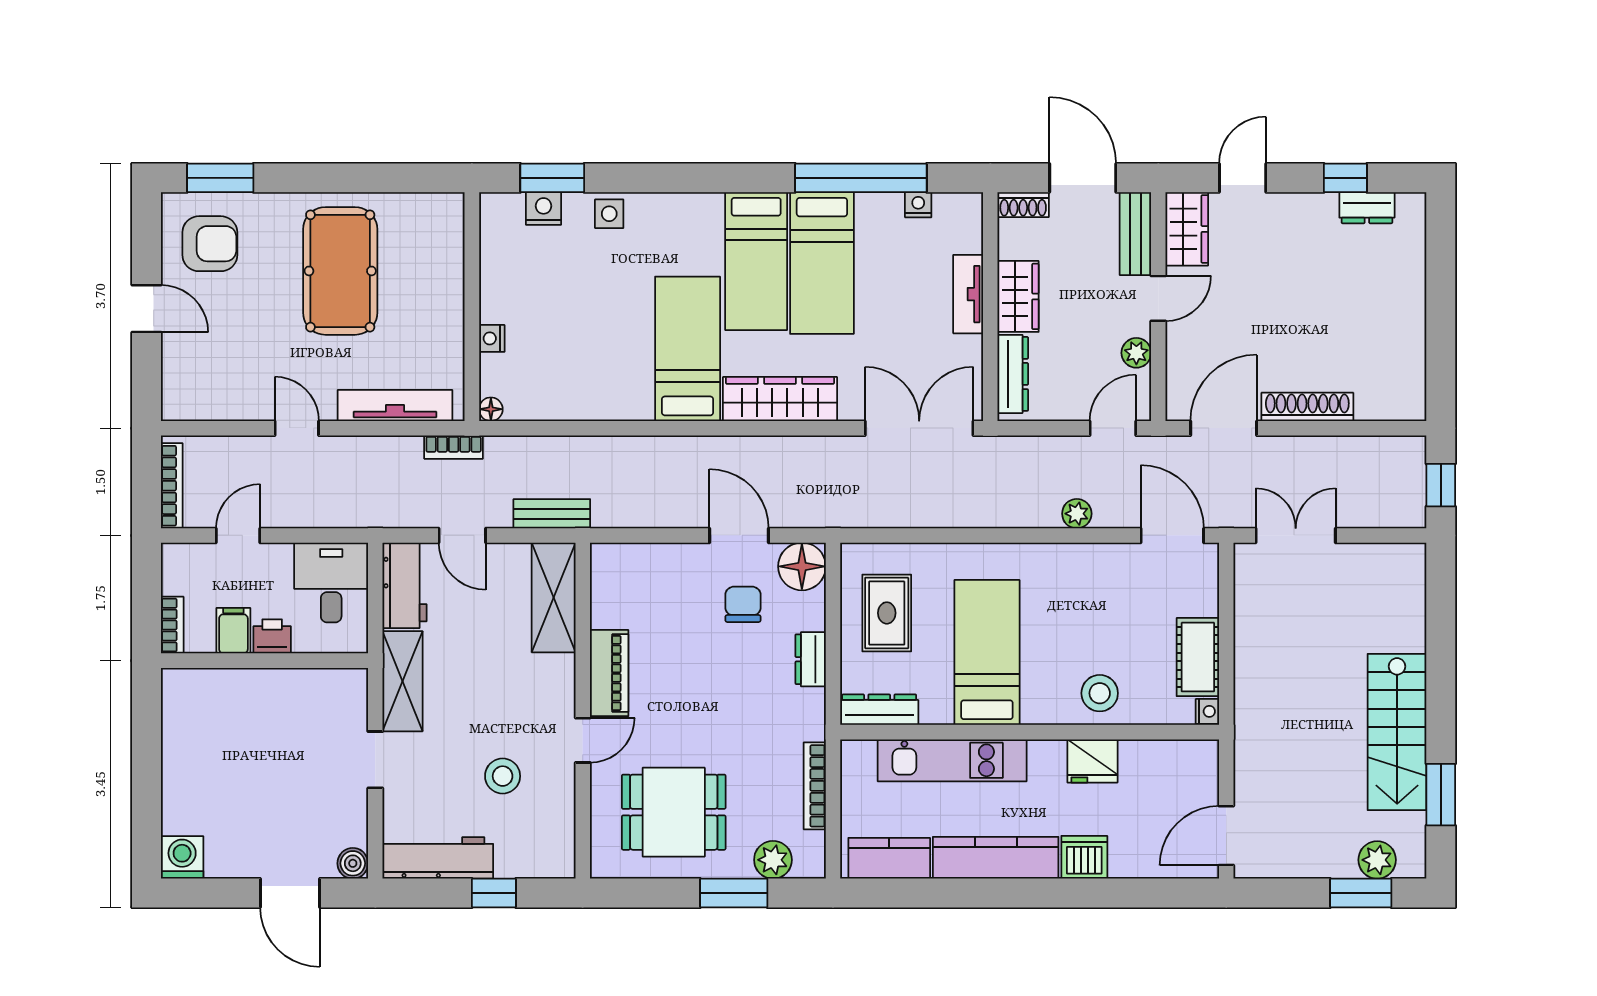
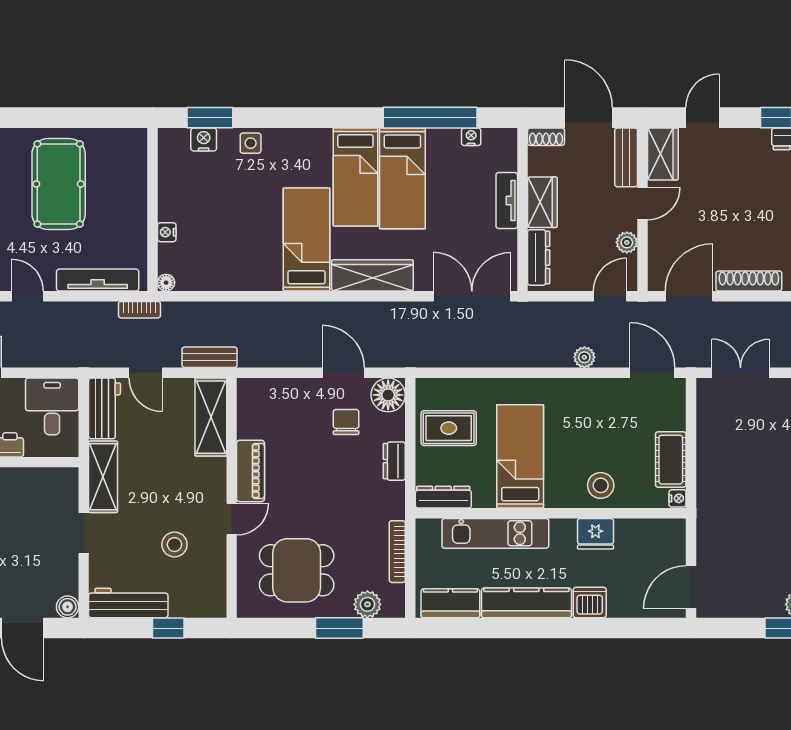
rug: (887, 613) -> (449, 428), turned 90

